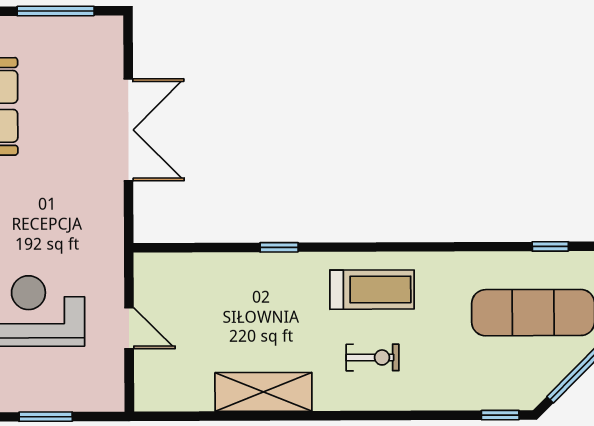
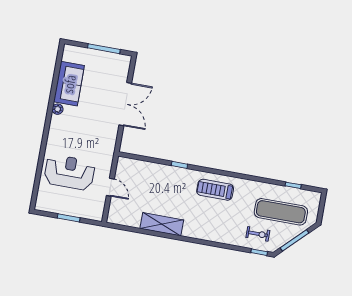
treadmill: (372, 290) -> (215, 190), turned 180
exercise bike: (373, 357) -> (258, 234), moved

